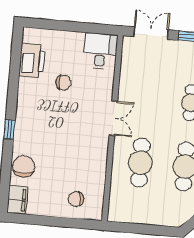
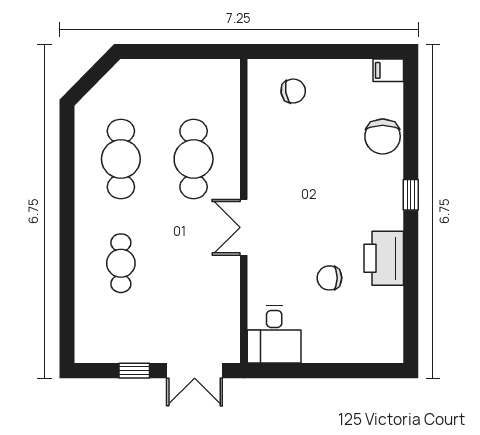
printer: (32, 60) -> (384, 258), moved
filing cabinet: (17, 200) -> (388, 70), width x0.50

